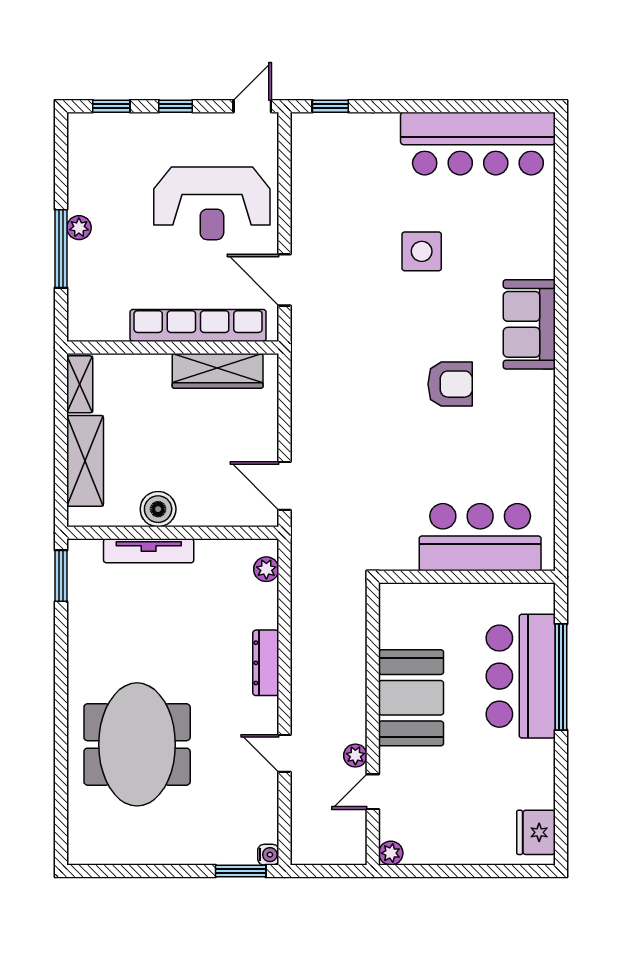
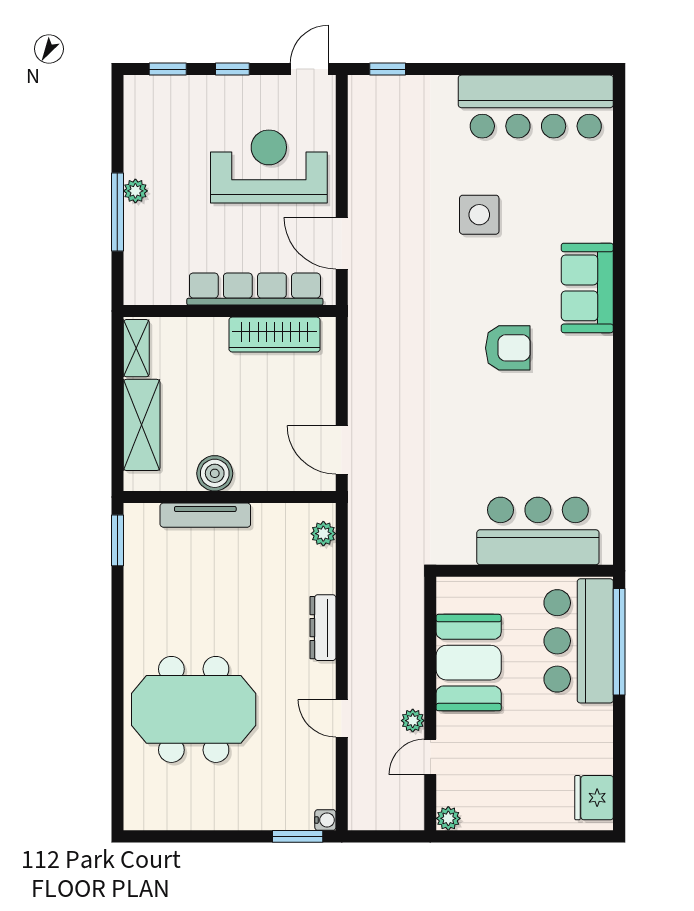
reception desk: (212, 203) -> (269, 166), turned 180
bar counter: (480, 537) -> (538, 531), moved
wall: (467, 577) -> (525, 571), moved
meeting table: (137, 744) -> (194, 709), turned 90

